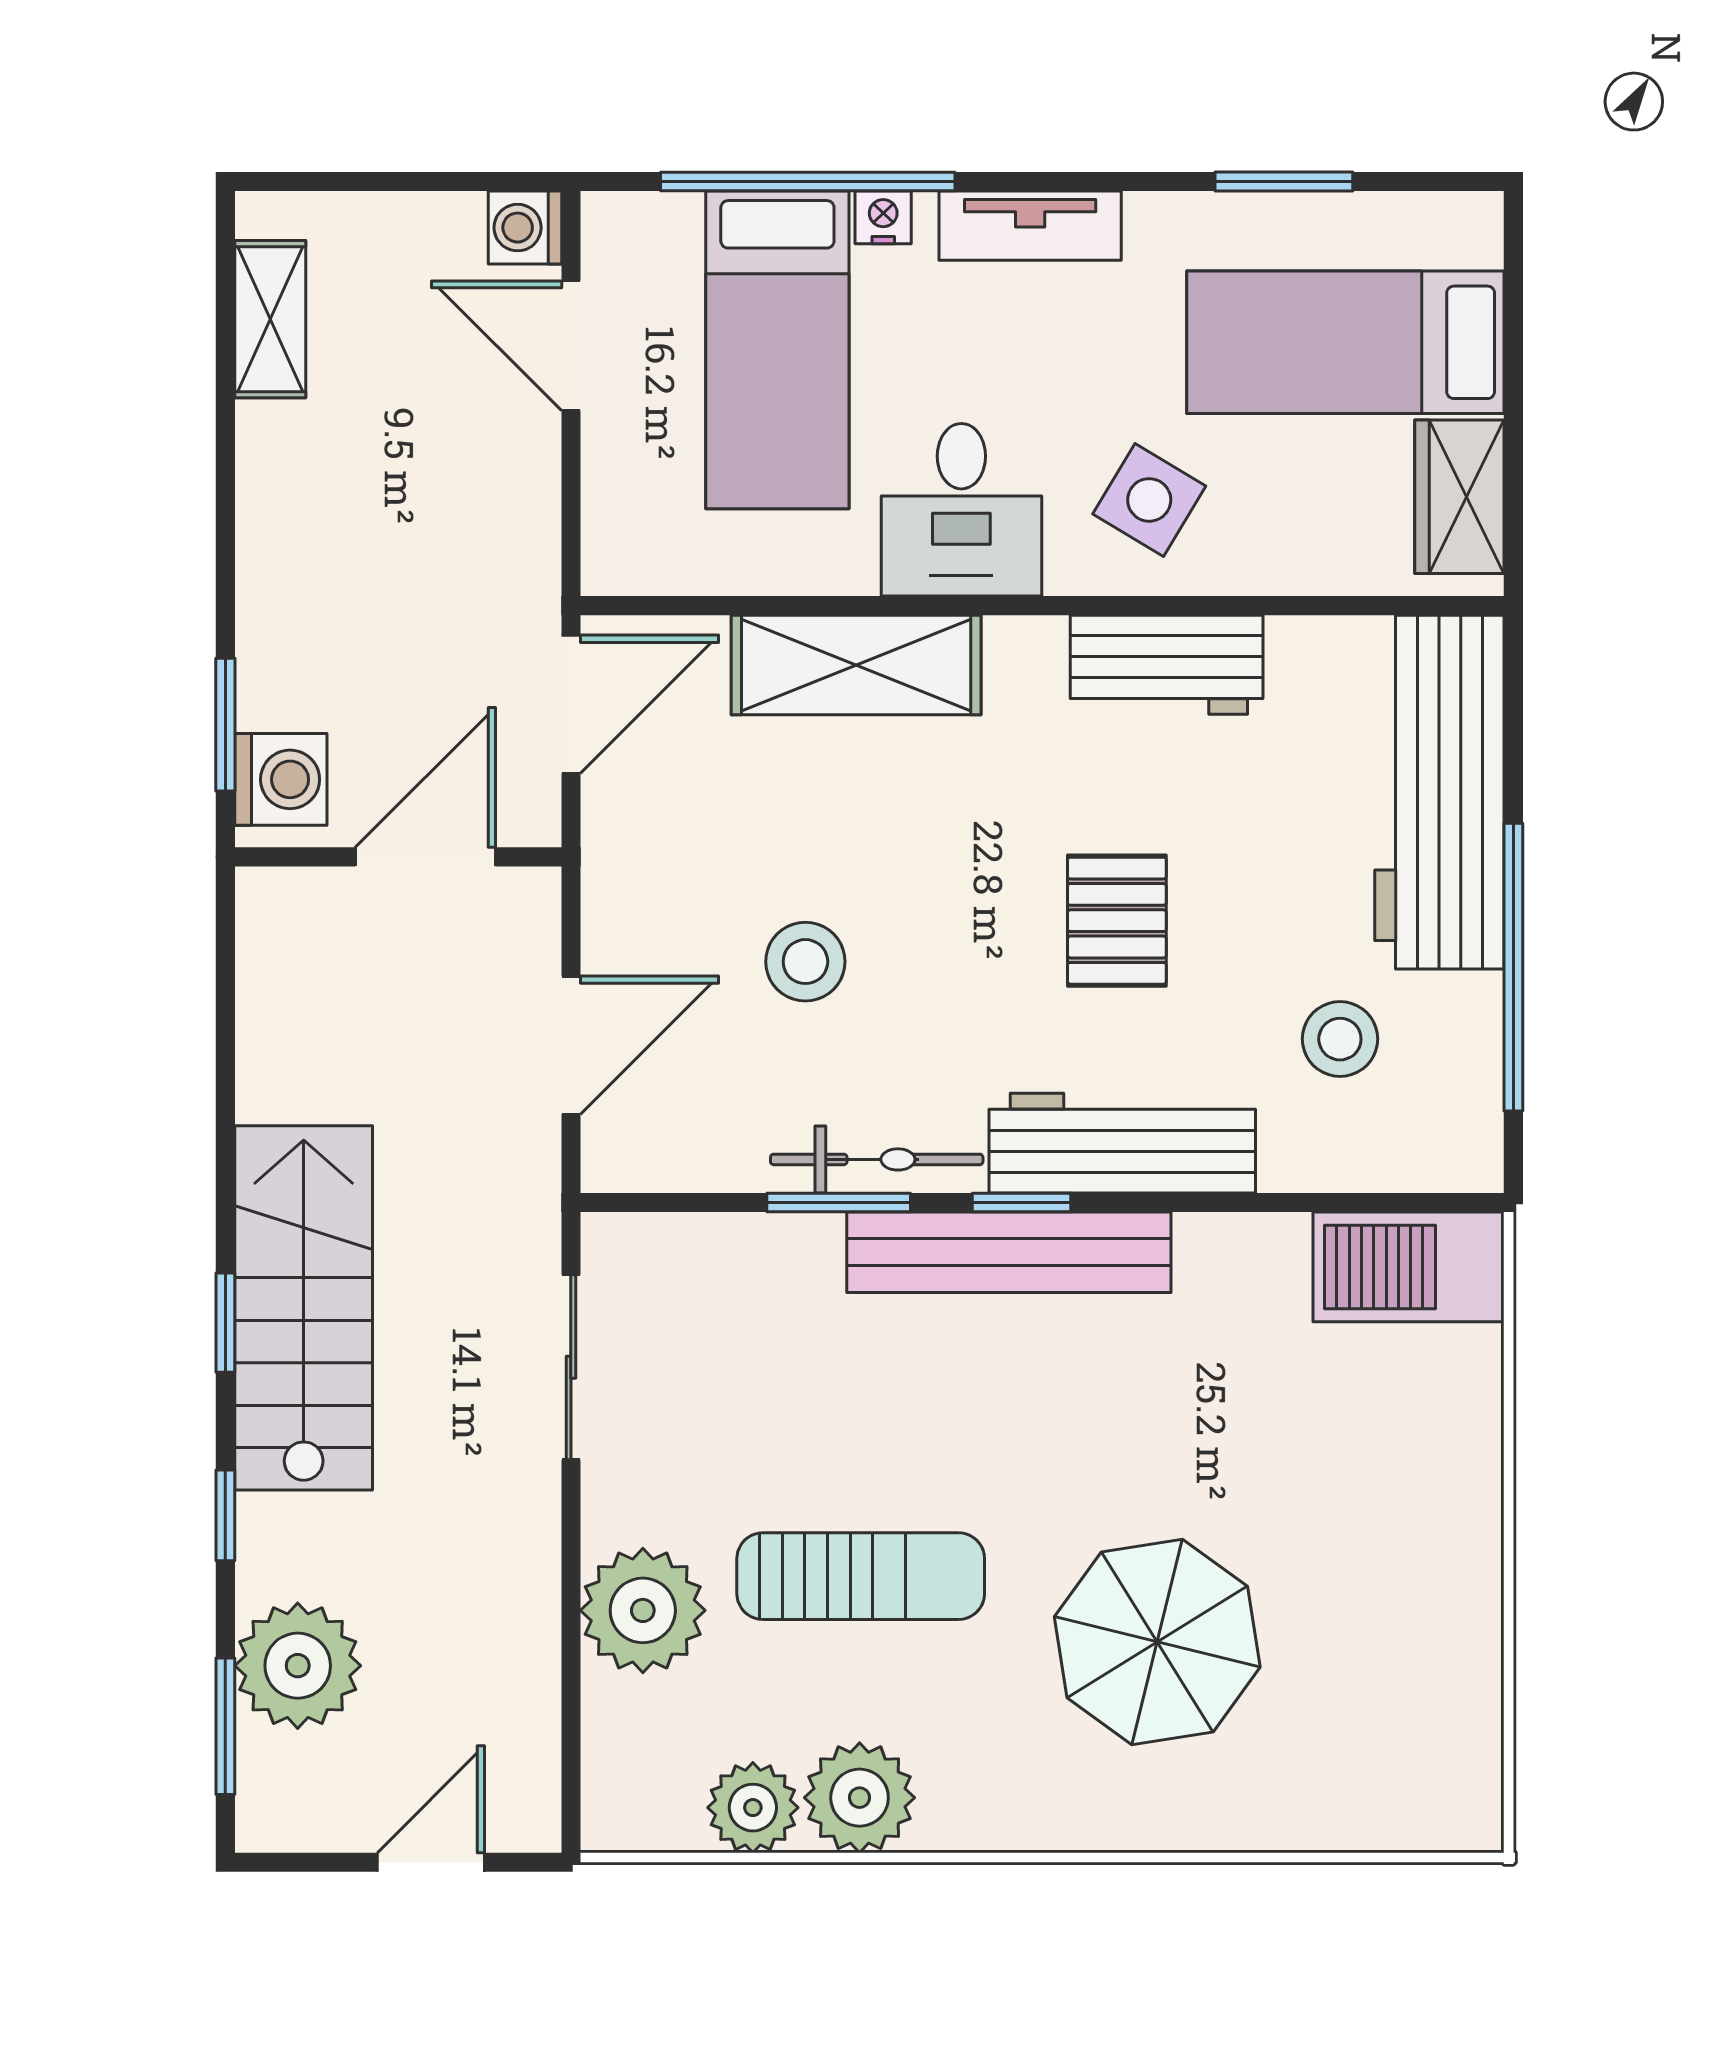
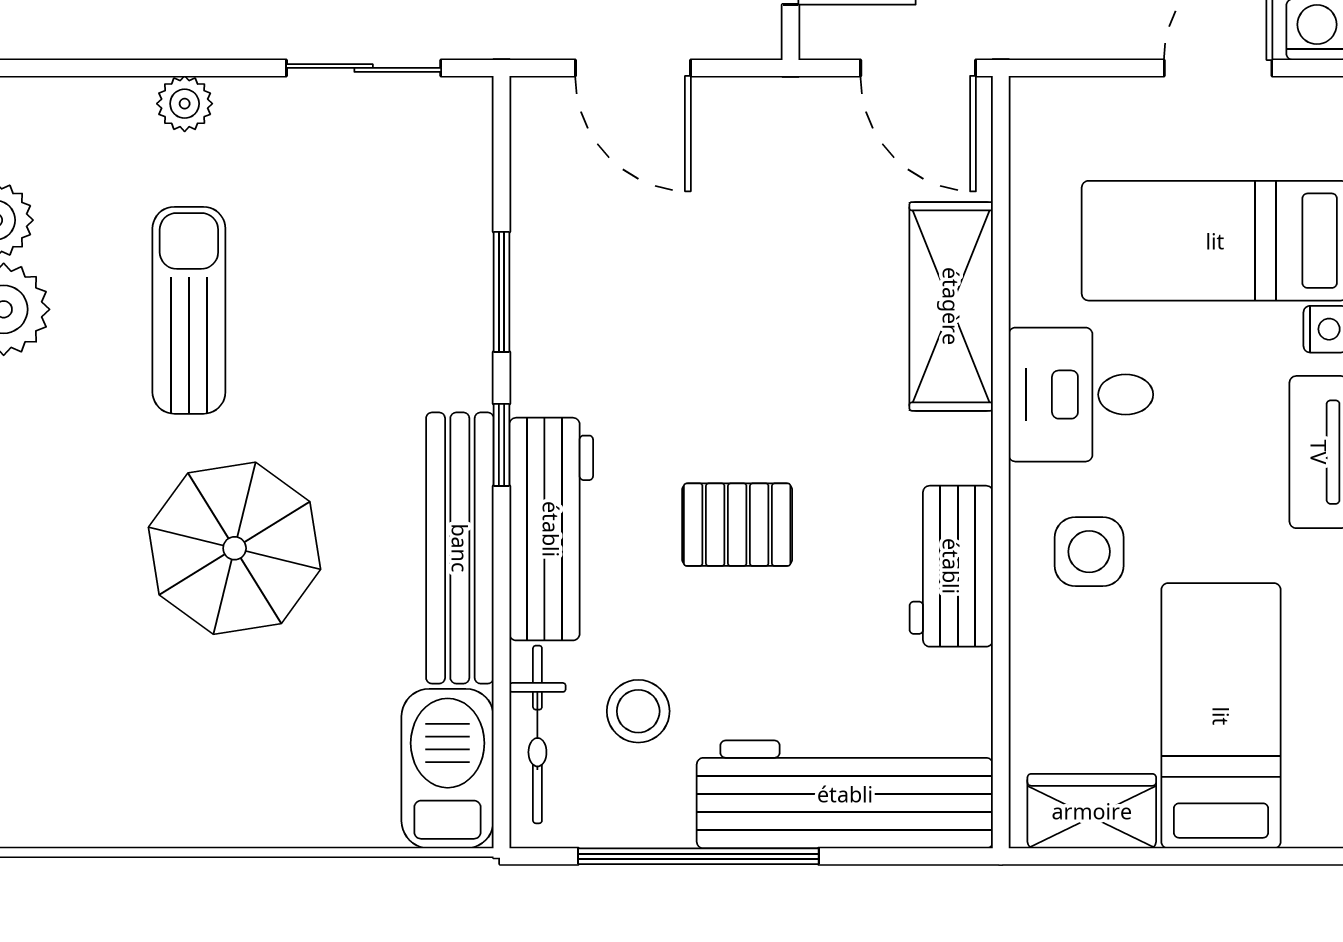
side table: (1149, 500) -> (1089, 552), turned -31
stool: (805, 962) -> (703, 264), removed
bicycle: (877, 1159) -> (537, 734), moved
bench: (1009, 1252) -> (460, 548), moved
sun lounger: (861, 1576) -> (189, 310), turned 180
plant: (643, 1610) -> (185, 104), width x0.53, depth x0.53
parasol: (1157, 1642) -> (235, 548), moved

